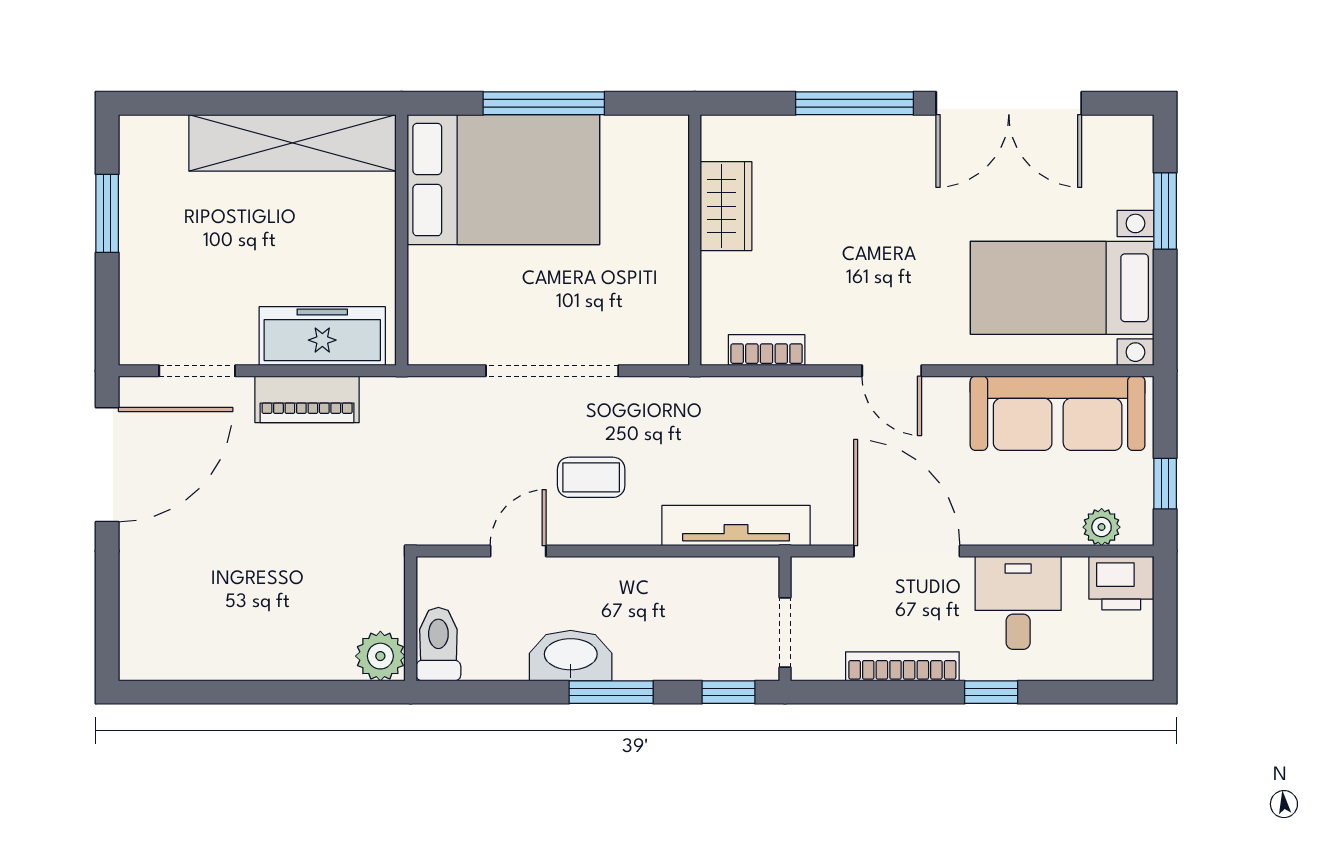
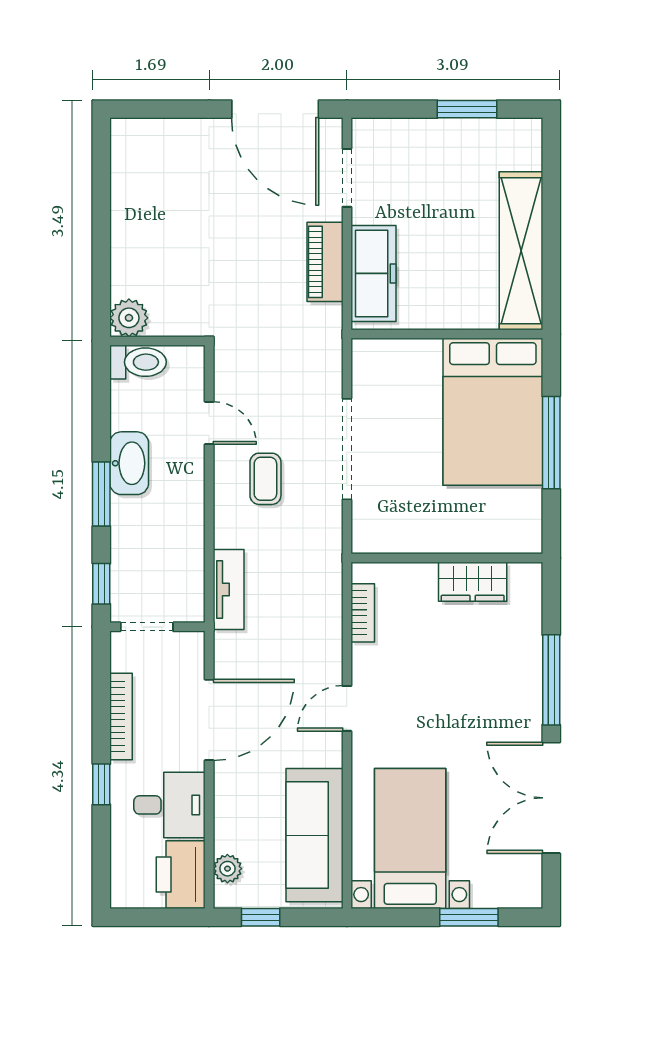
tv unit: (736, 526) -> (229, 589), width x0.71
printer: (1121, 583) -> (181, 874), width x1.37, depth x1.19

